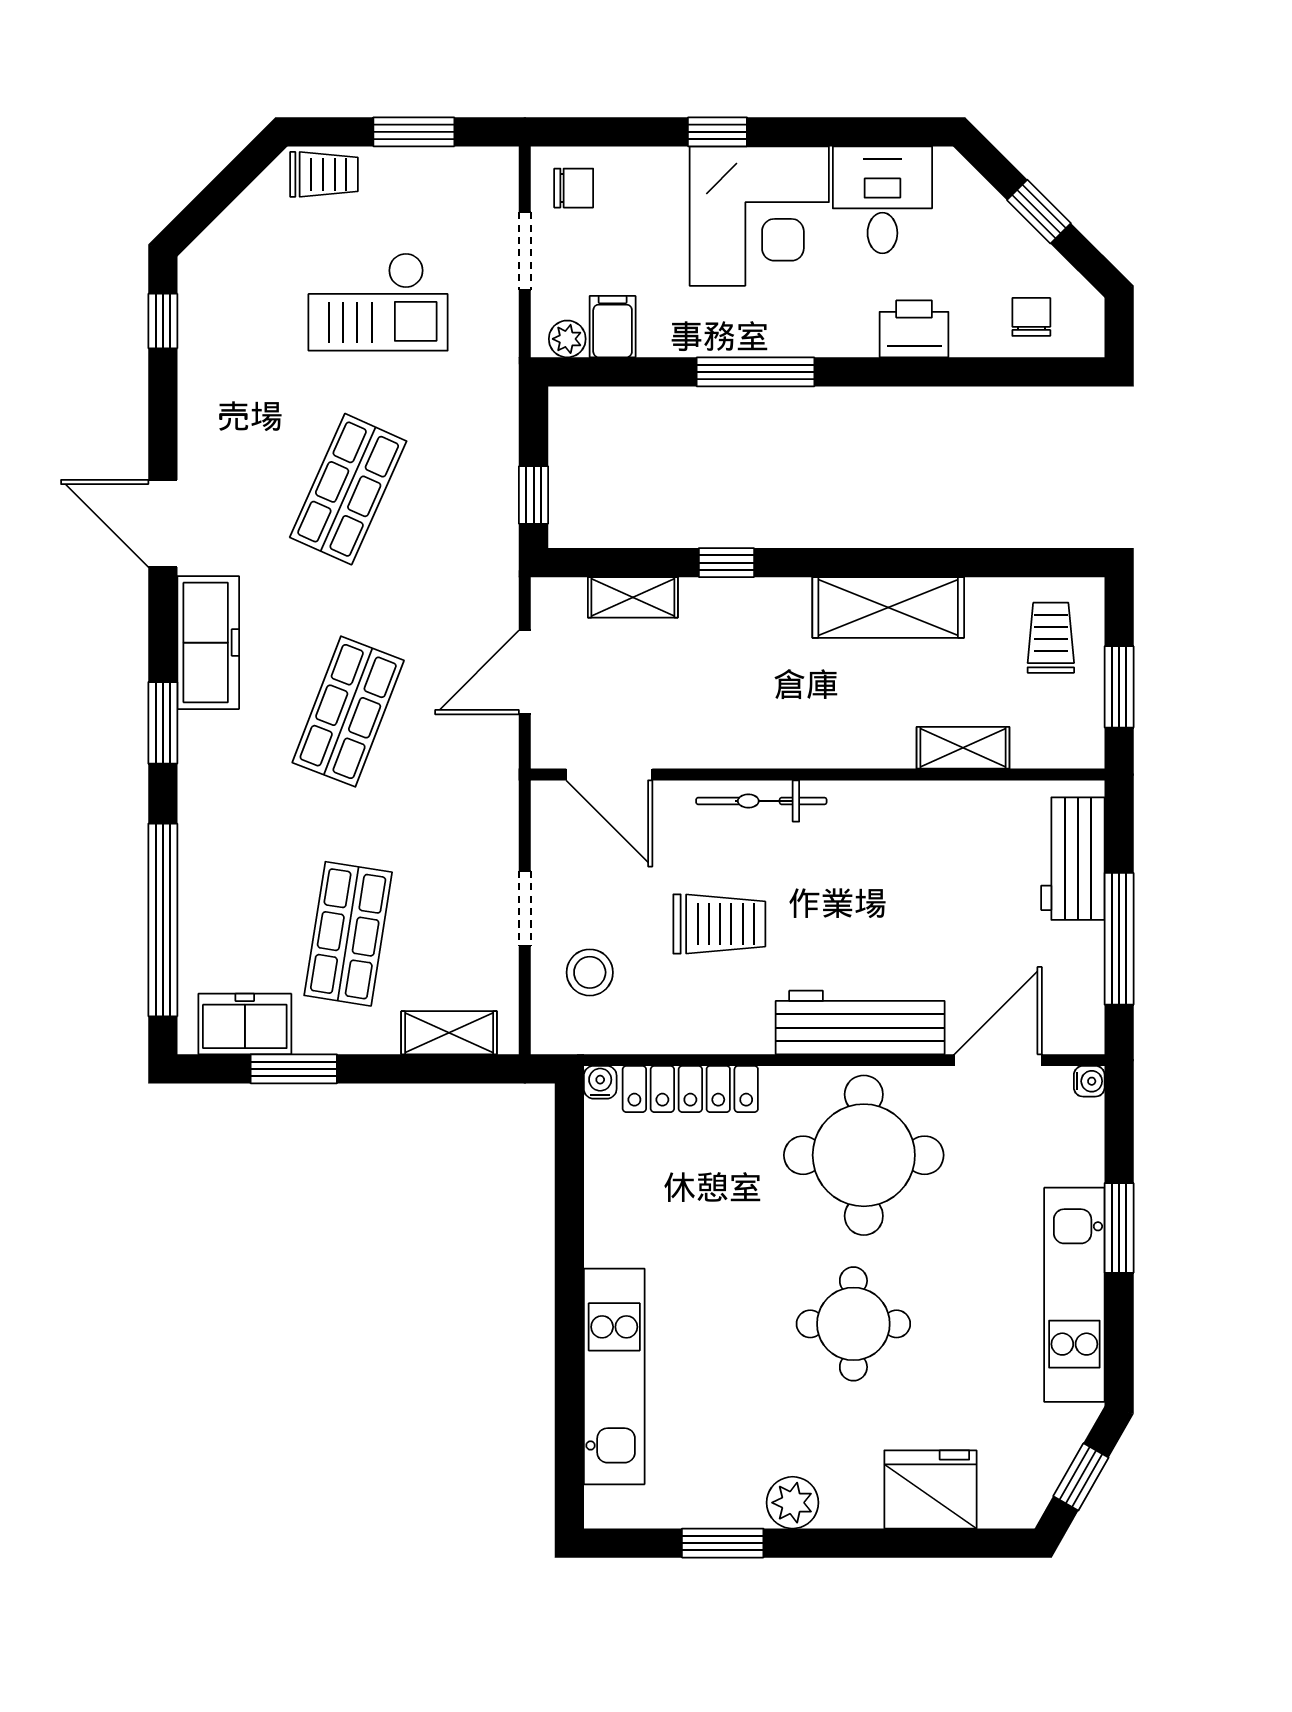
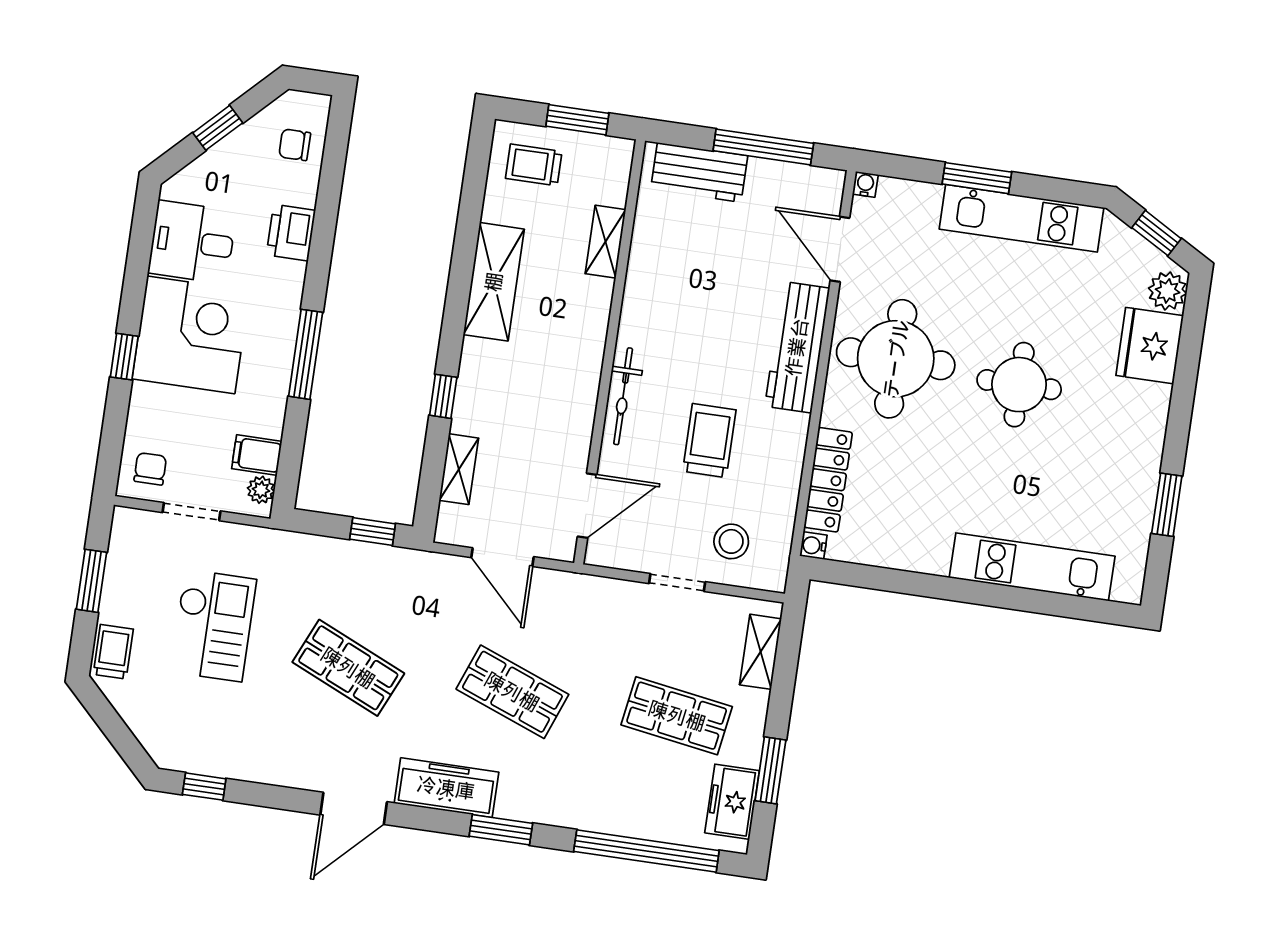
plant: (793, 1503) -> (1168, 291), moved

